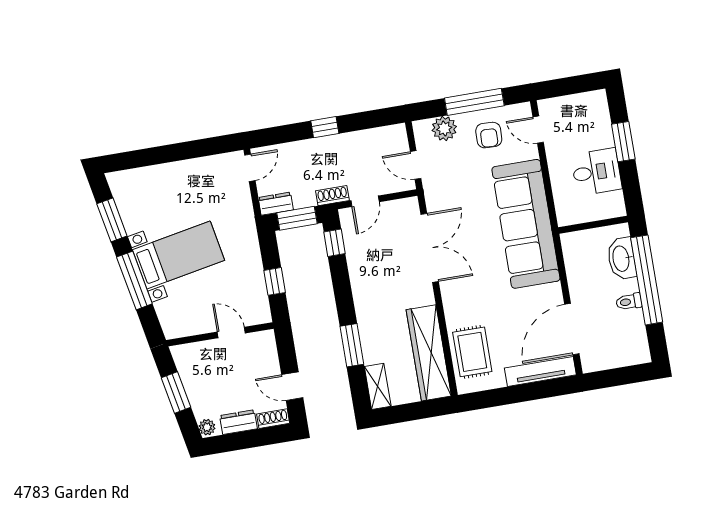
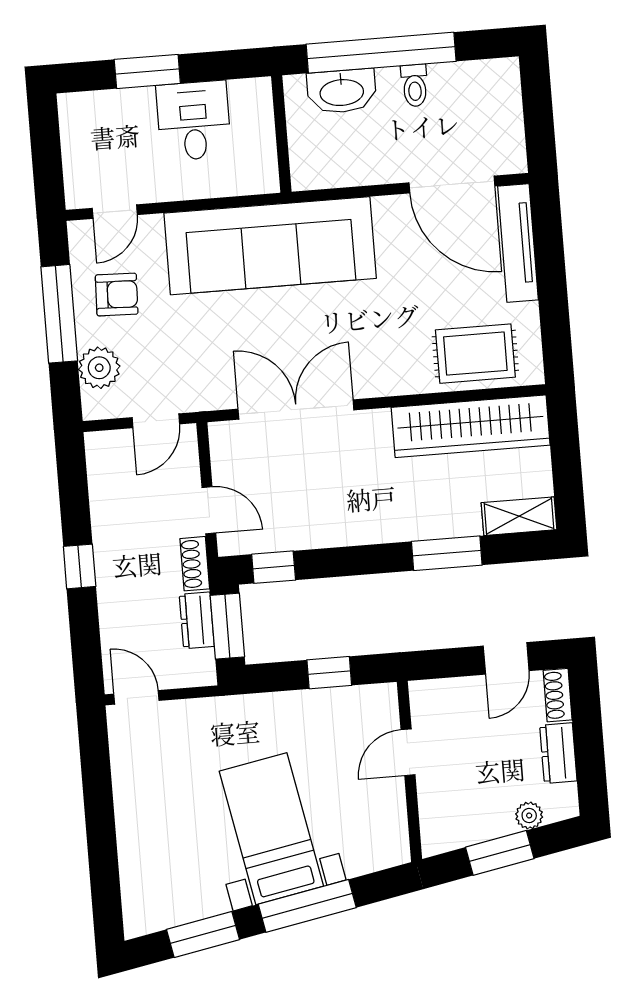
dresser: (276, 204) -> (197, 620), moved
plant: (207, 427) -> (529, 815), moved

